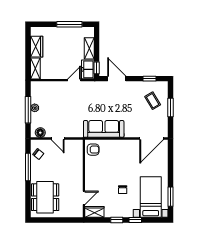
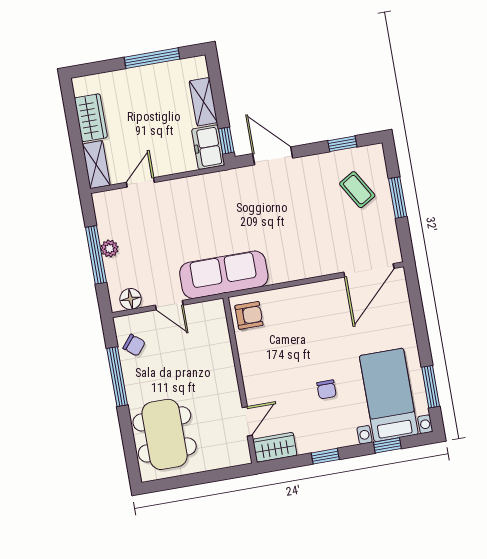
door: (74, 80) -> (140, 182), moved
sofa: (104, 129) -> (224, 275), moved
window: (135, 220) -> (387, 445), moved

